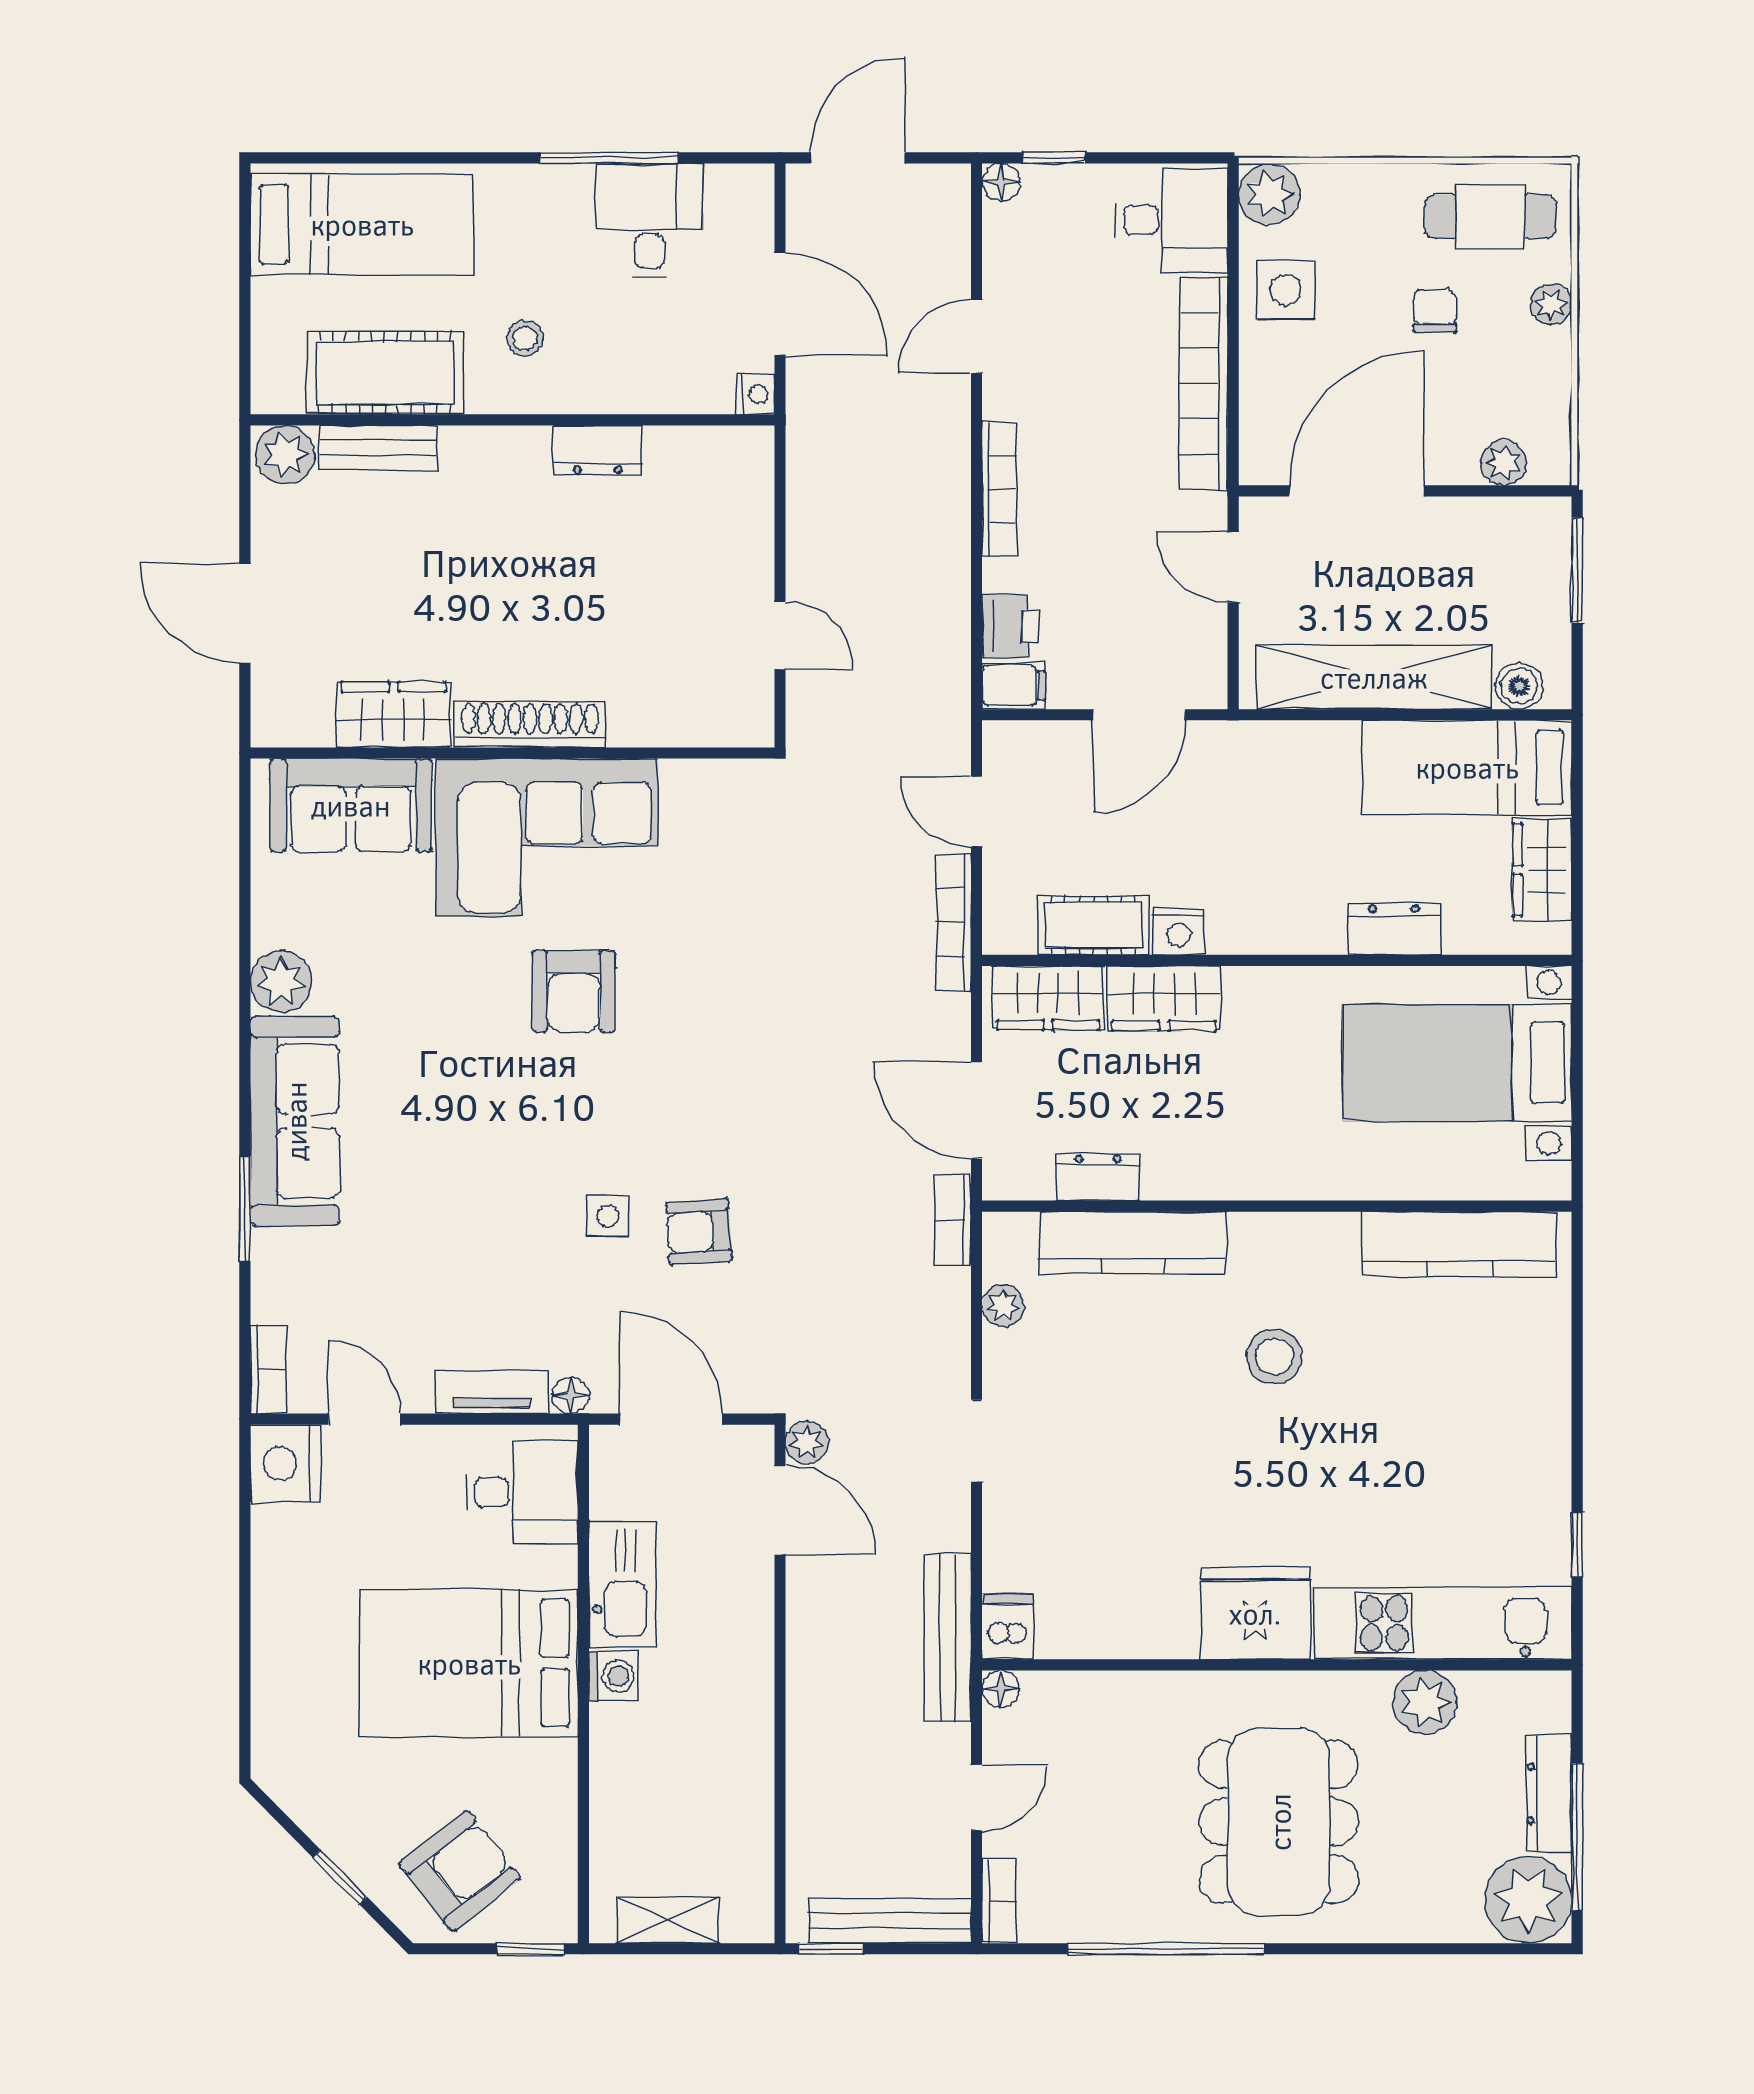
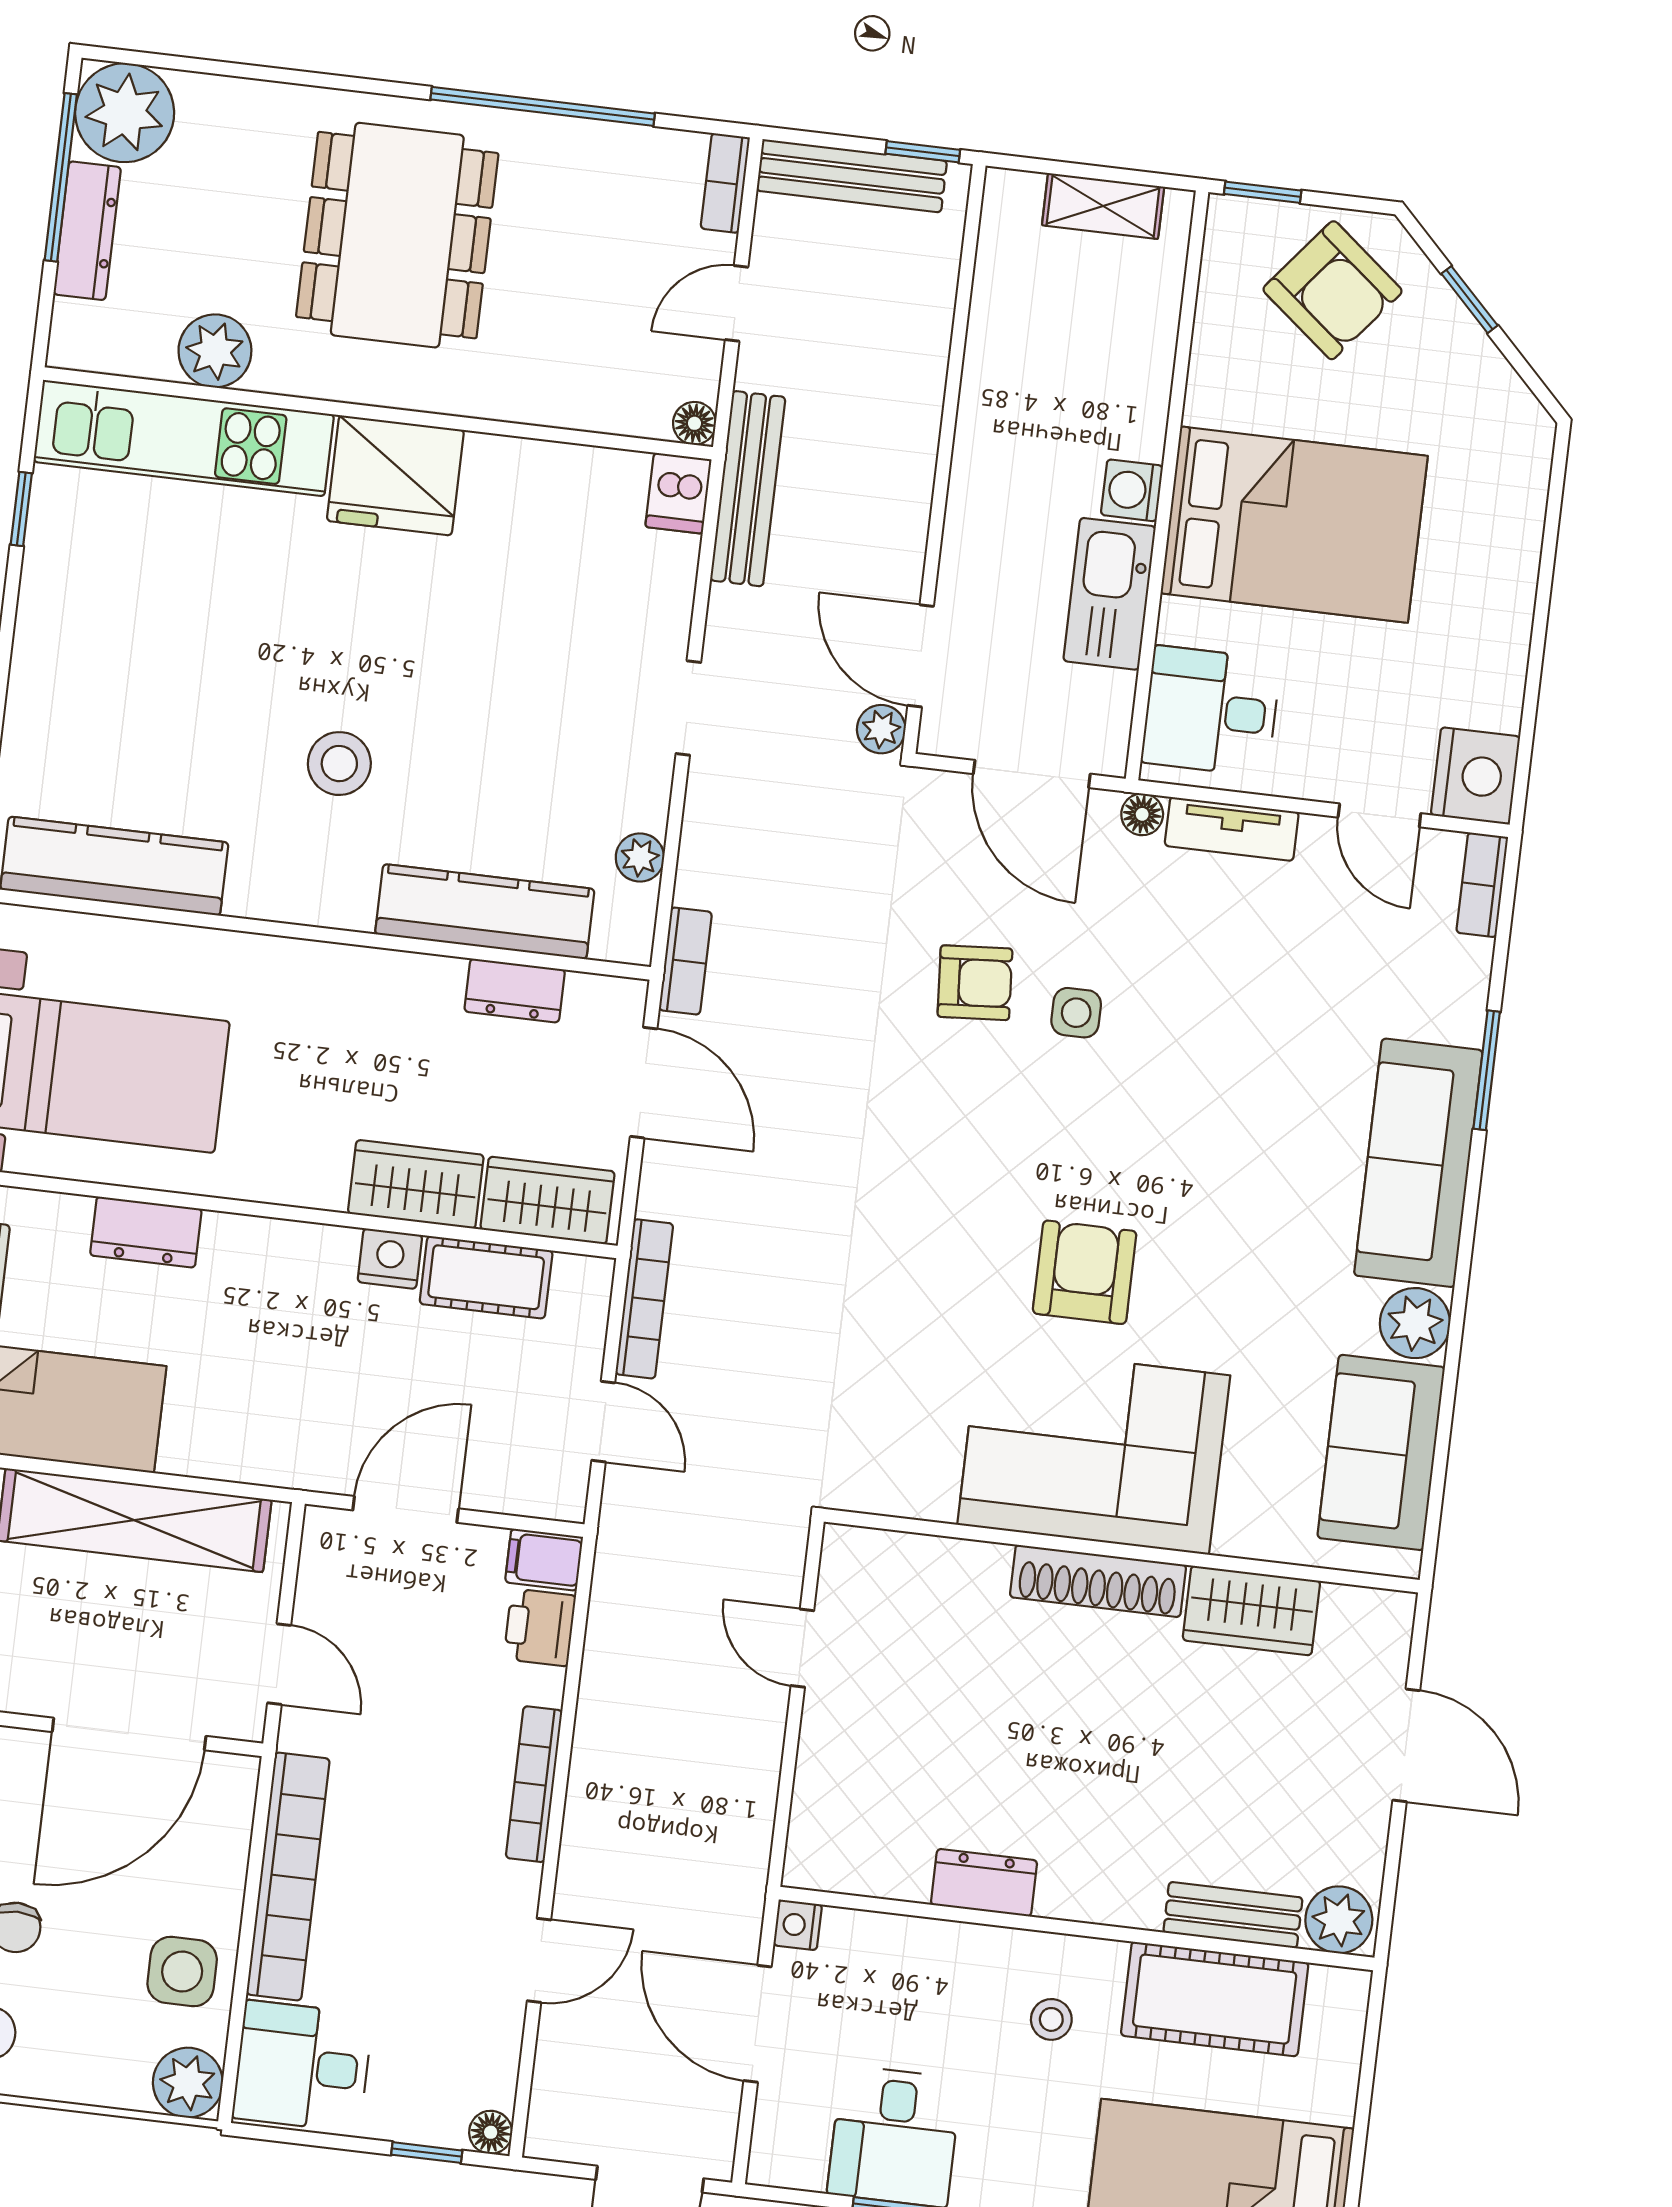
sofa: (351, 805) -> (1381, 1452), moved, turned -90
armchair: (460, 1871) -> (1333, 290), turned -103

